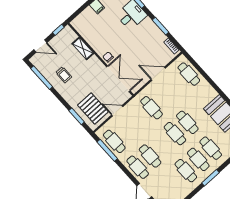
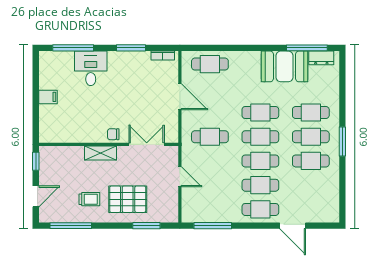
shelving: (83, 48) -> (101, 153), moved
door: (158, 74) -> (180, 97), swing flipped
double door: (118, 79) -> (147, 144), width x0.73
pallet: (93, 109) -> (128, 199), moved
door: (117, 111) -> (180, 177), swing flipped
cafe table: (114, 141) -> (260, 161), moved

